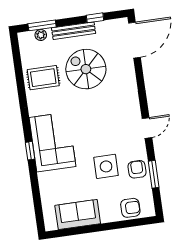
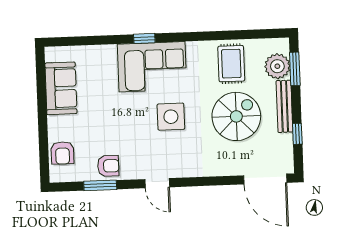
plant: (41, 35) -> (277, 66), width x1.88, depth x1.88
side table: (106, 166) -> (171, 117), moved

